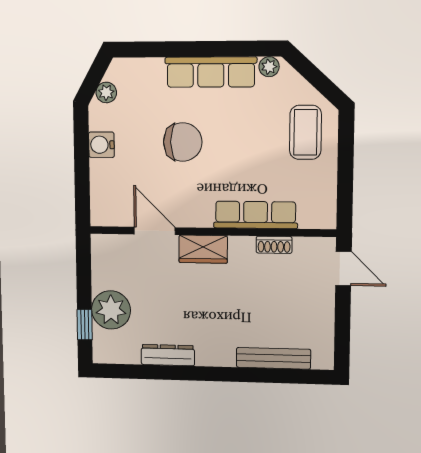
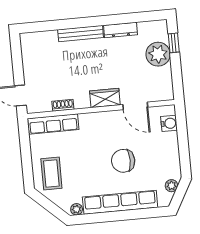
row of seats: (211, 72) -> (120, 202), width x1.36
water cooler: (101, 145) -> (169, 123), moved
row of seats: (256, 215) -> (53, 124), moved
bench: (273, 358) -> (81, 34), moved

